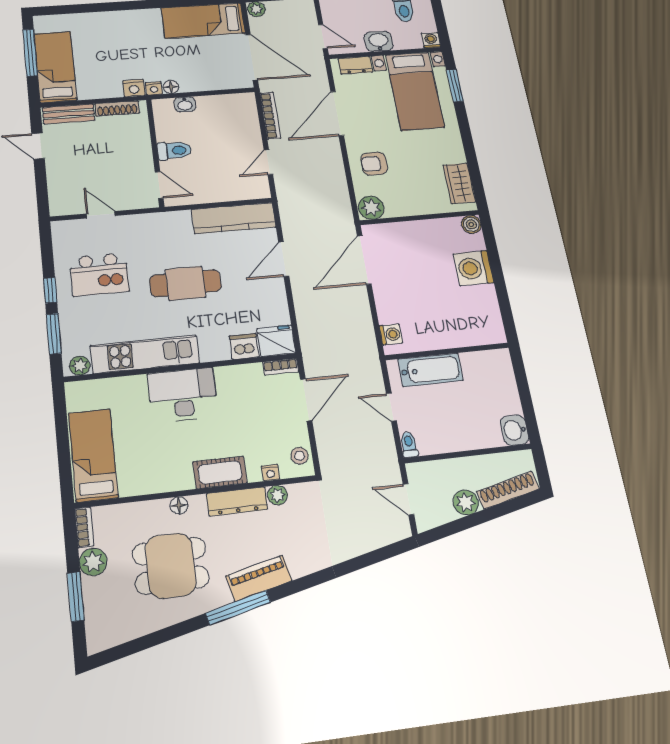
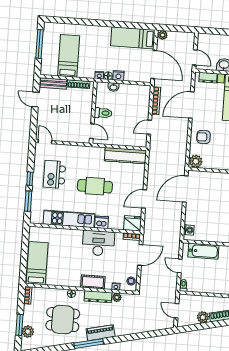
bed: (55, 67) -> (69, 56), moved
nightstand: (134, 88) -> (118, 76), moved
door: (101, 215) -> (45, 142), moved
door: (284, 259) -> (144, 199), moved
kitchen island: (99, 274) -> (54, 174), turned 90
dishwasher: (244, 346) -> (102, 222), moved
plant: (80, 366) -> (38, 219), removed
desk: (183, 395) -> (98, 243), moved
plant: (93, 562) -> (28, 332), moved

